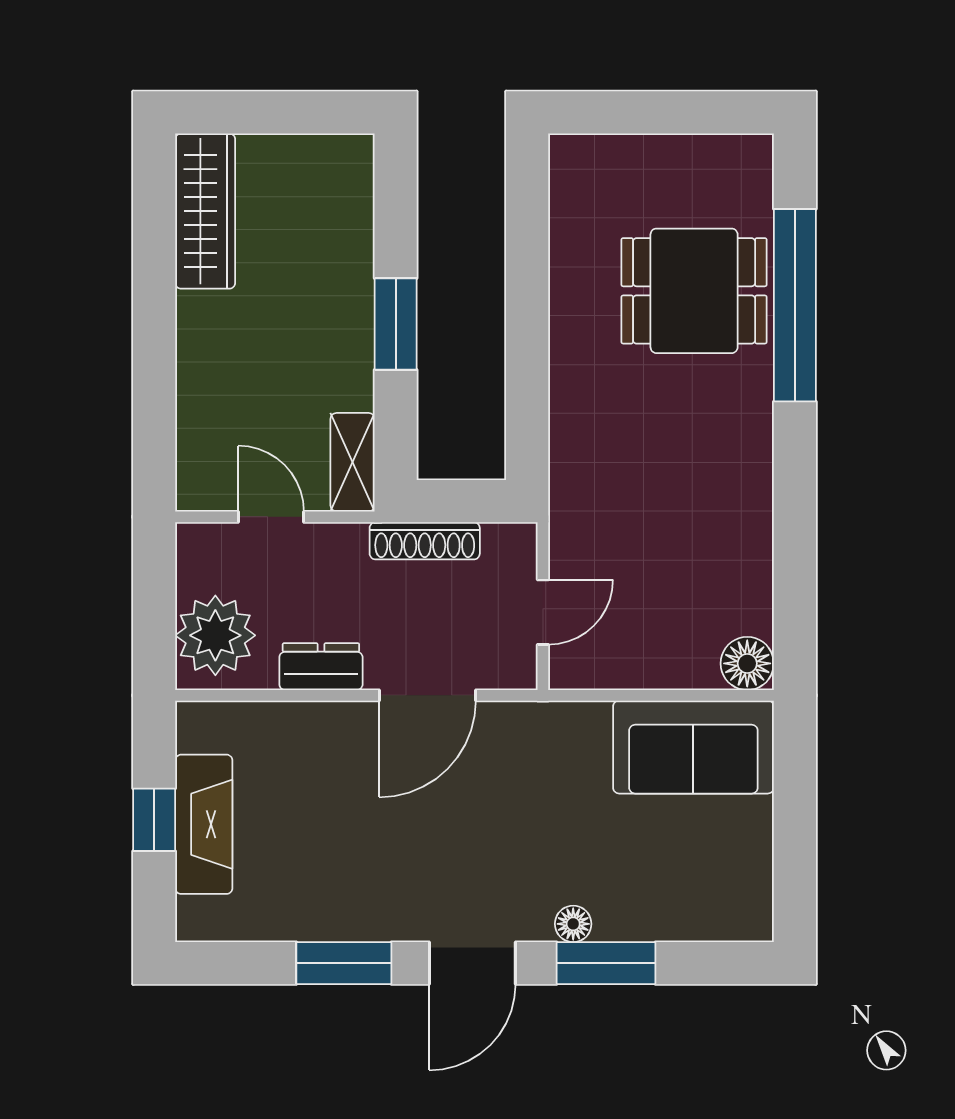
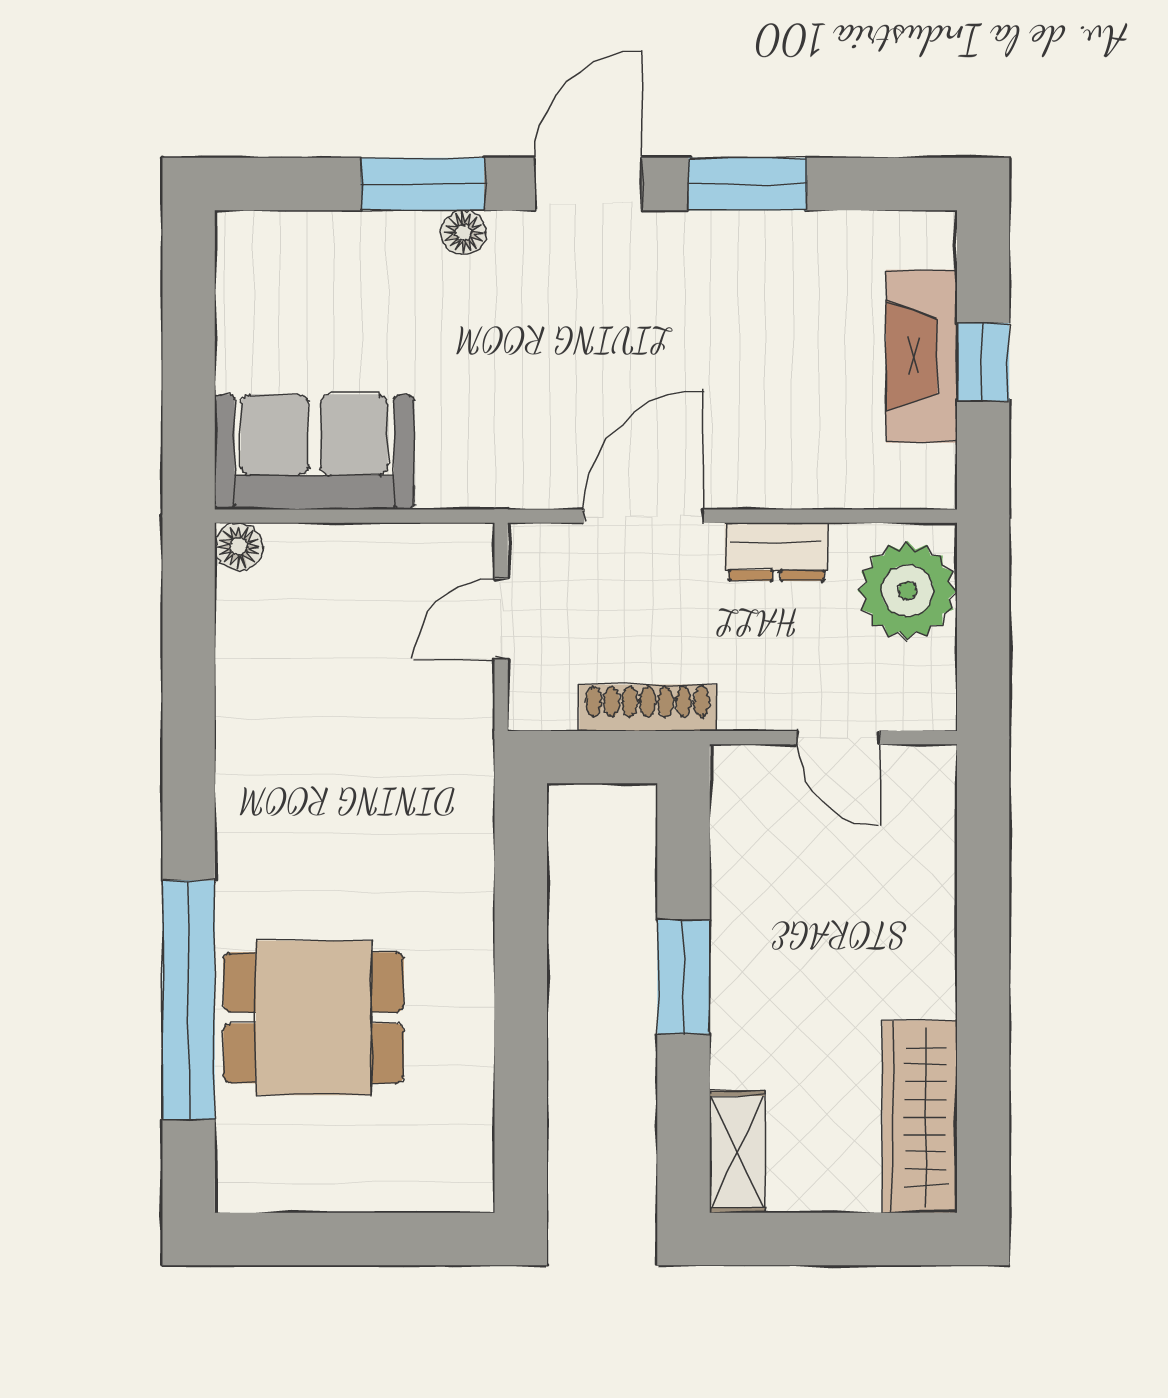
shelving: (353, 462) -> (737, 1152), moved
floor lamp: (747, 663) -> (239, 547), width x0.73, depth x0.73

